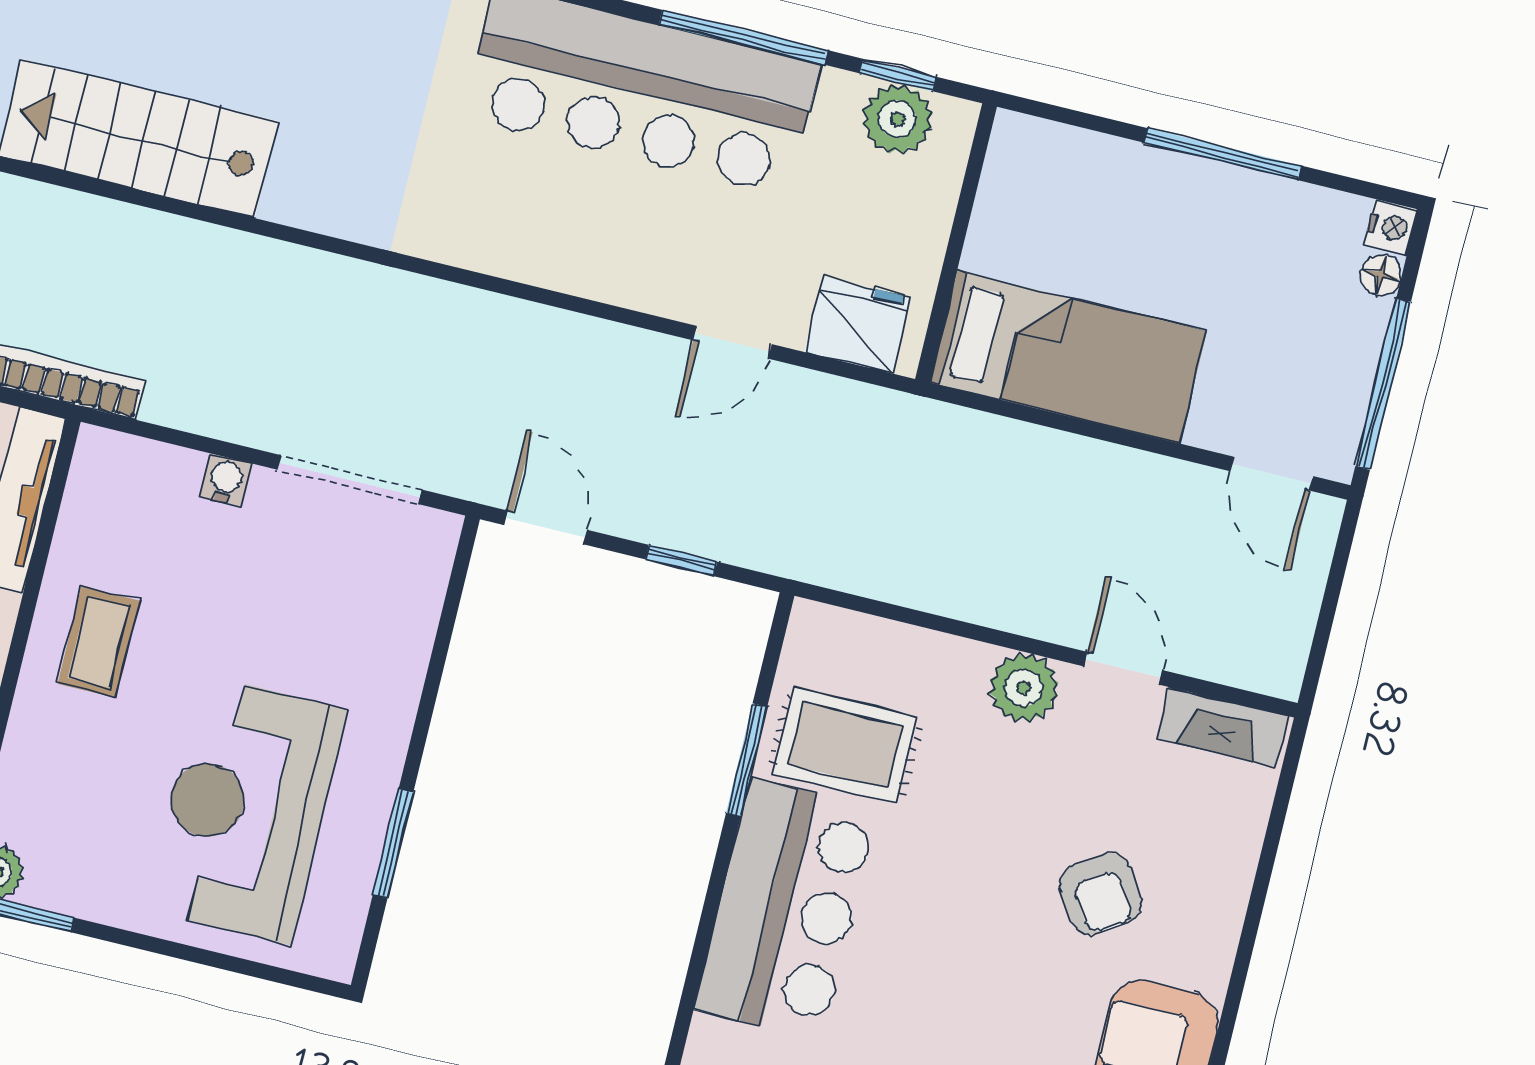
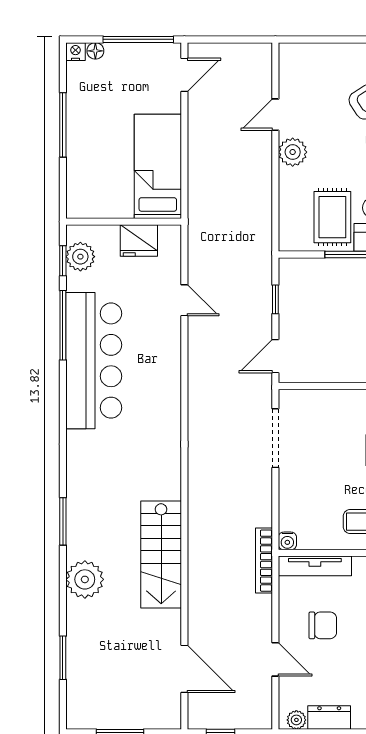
fridge: (858, 325) -> (139, 241), moved, turned -90
water cooler: (226, 480) -> (287, 541), moved, turned -90
fireplace: (1222, 727) -> (289, 70), removed

